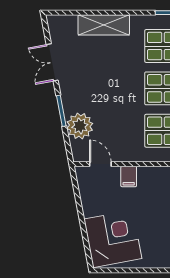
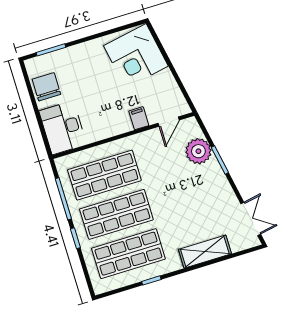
double door: (52, 62) -> (251, 219), moved
door: (100, 164) -> (169, 122), hinge flipped

